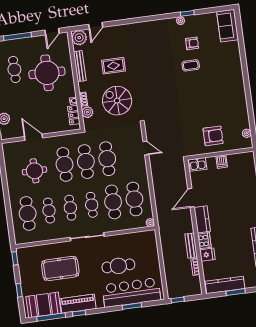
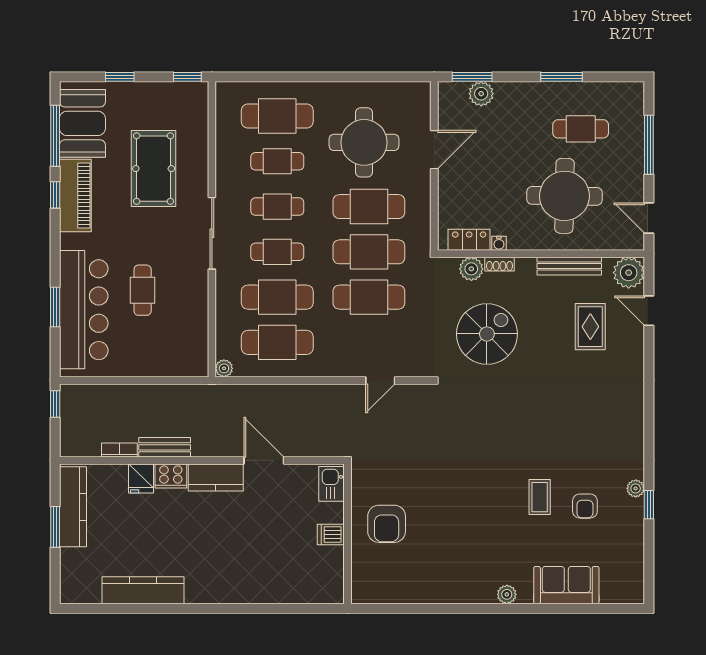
sofa: (228, 26) -> (566, 585), moved
rug: (114, 66) -> (590, 327), moved
plant: (247, 133) -> (507, 594), moved
round table: (35, 171) -> (364, 142), width x1.36, depth x1.36
cafe table: (118, 266) -> (143, 290), width x0.73, depth x0.74

